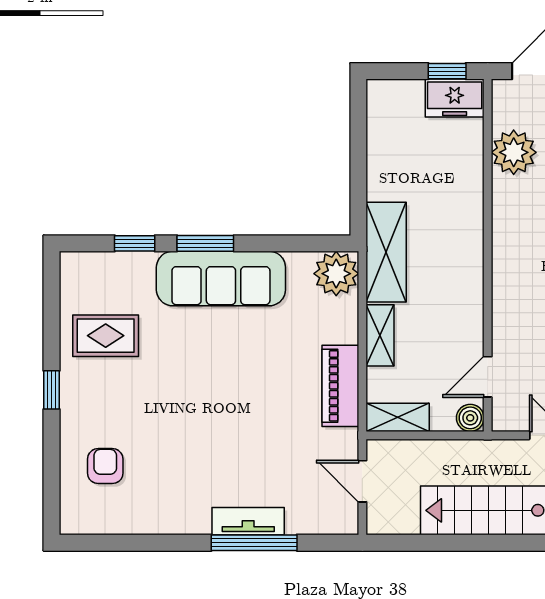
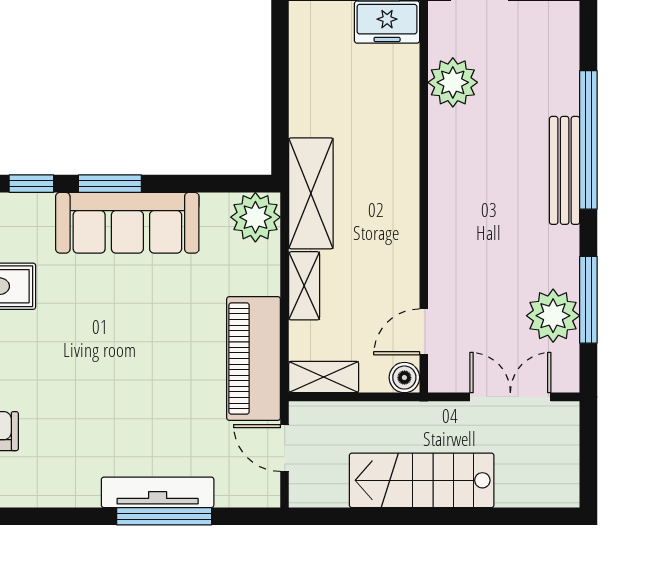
piano: (340, 386) -> (254, 358), width x1.37, depth x1.33
tv unit: (248, 521) -> (158, 492), width x1.41

